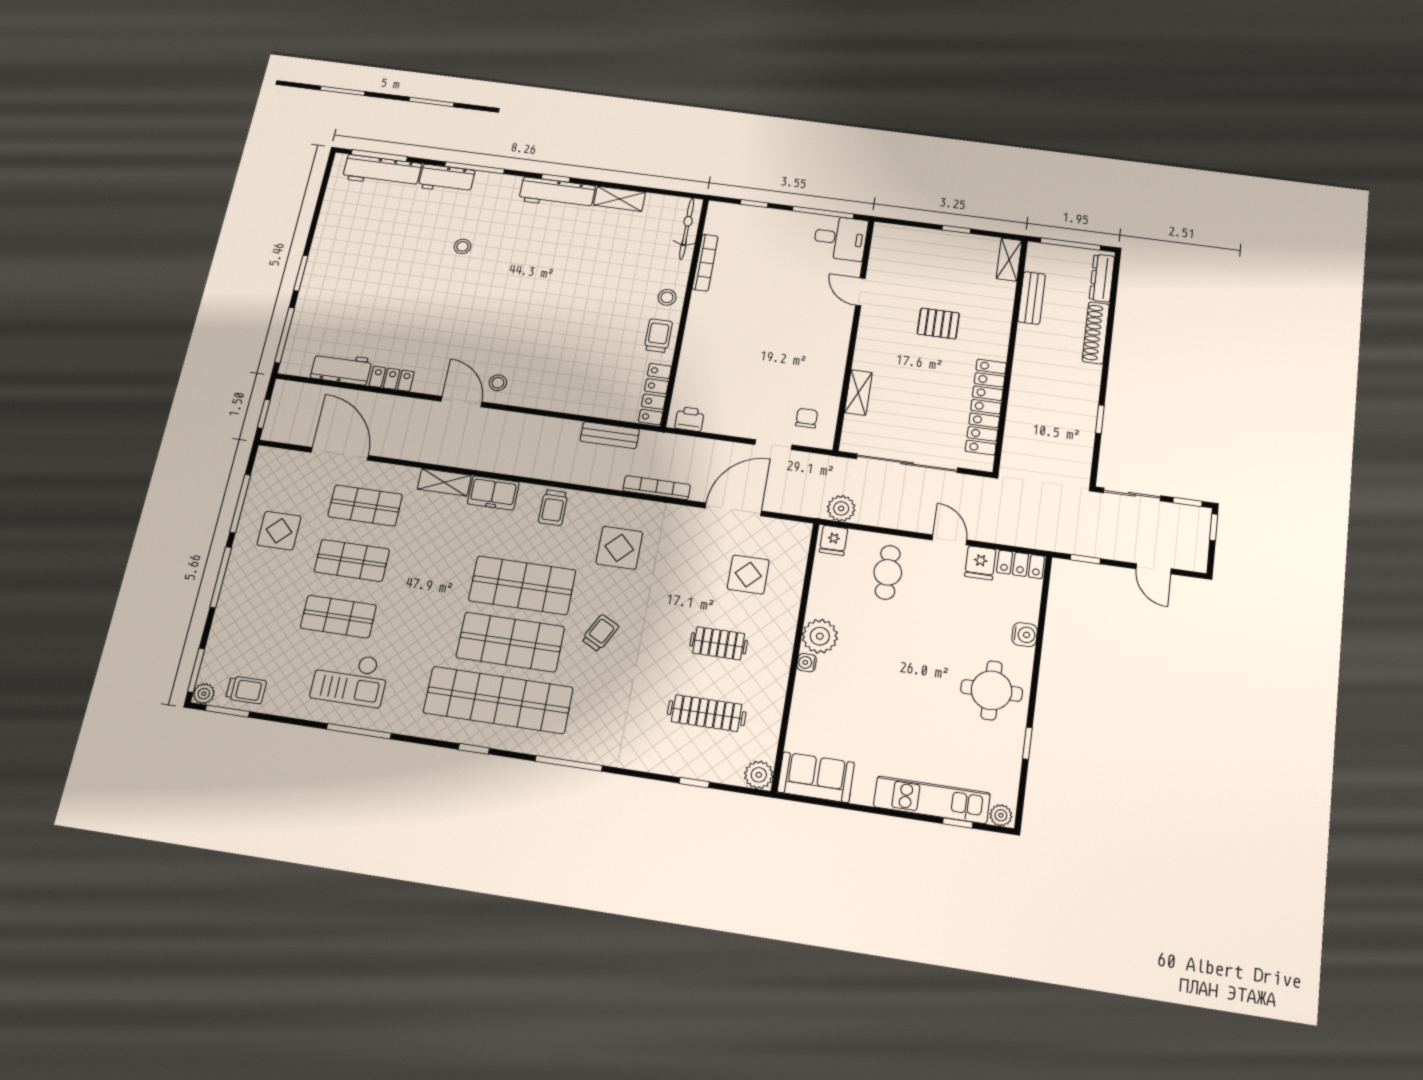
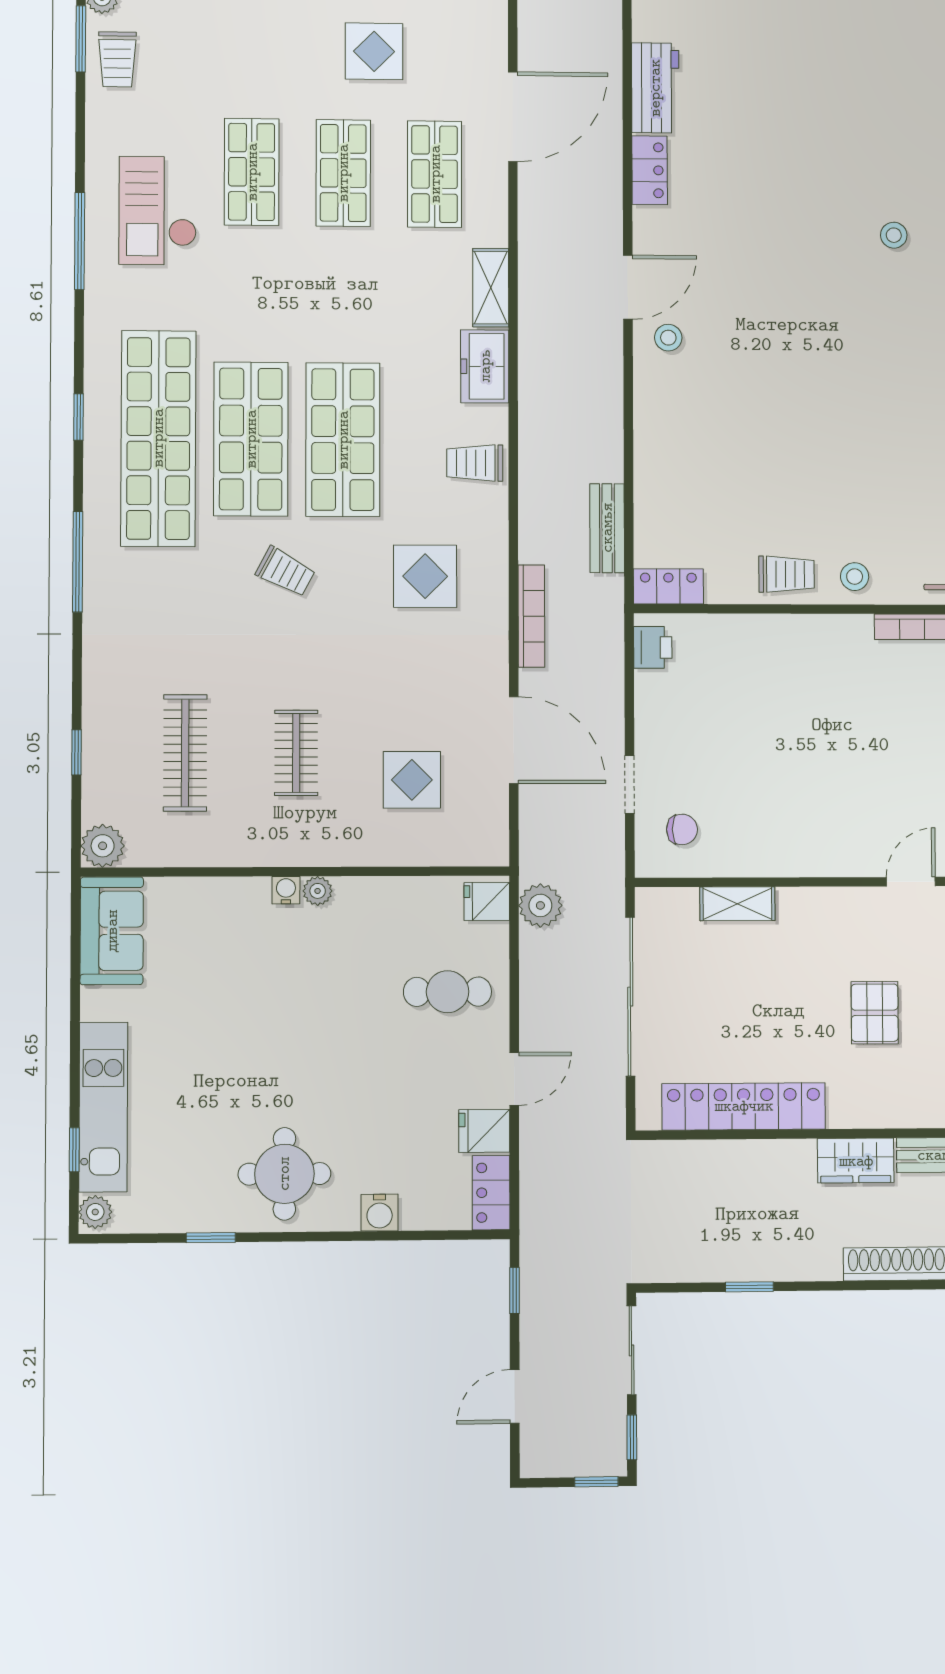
wardrobe: (1029, 347) -> (856, 1161), added
locker: (655, 394) -> (668, 586), width x0.66
plant: (820, 636) -> (318, 891), width x0.53, depth x0.53

